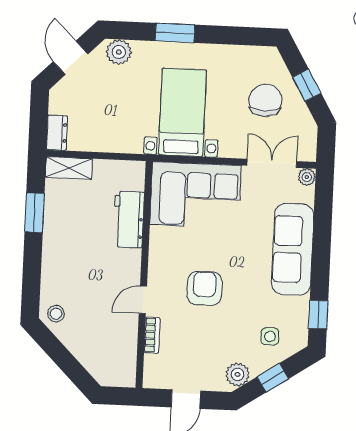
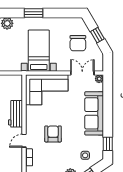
chair: (265, 100) -> (78, 43), turned 180
workbench: (129, 219) -> (15, 114), moved

